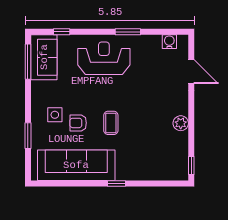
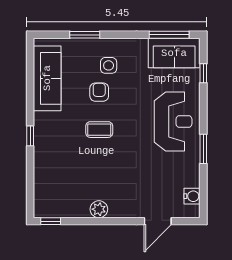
sofa: (76, 165) -> (47, 78), width x0.74, depth x0.79

